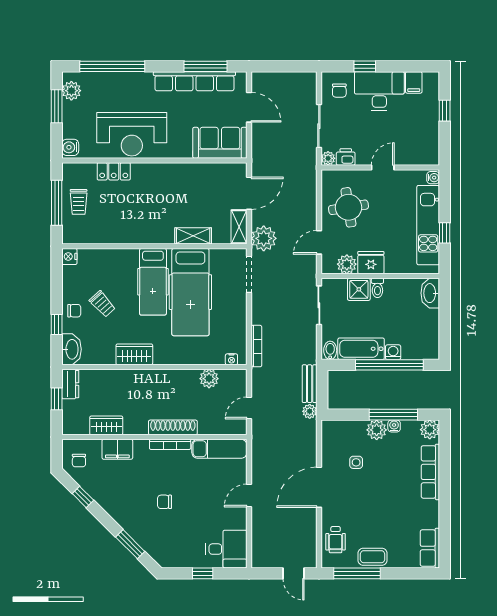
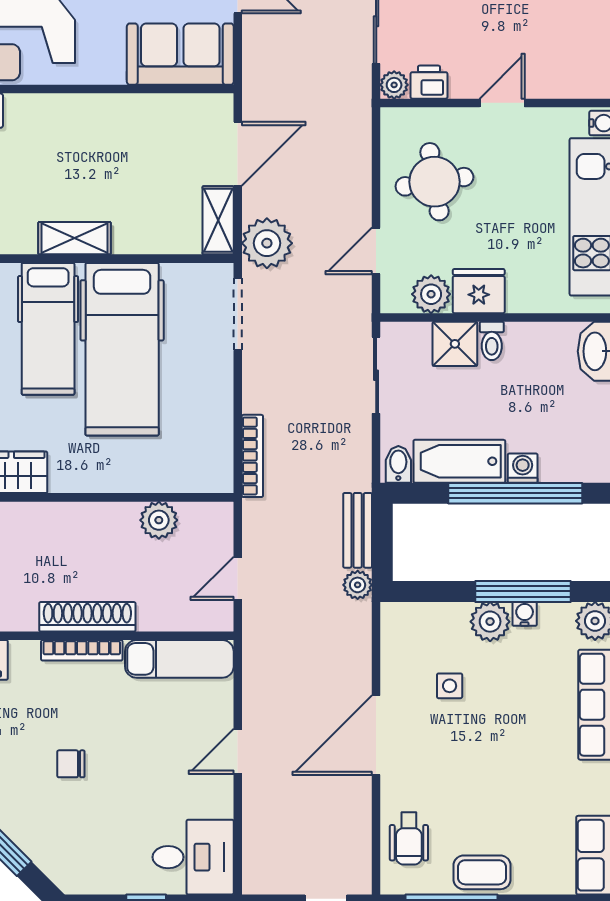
shelving: (193, 236) -> (75, 238), moved
nightstand: (231, 359) -> (203, 482), removed

